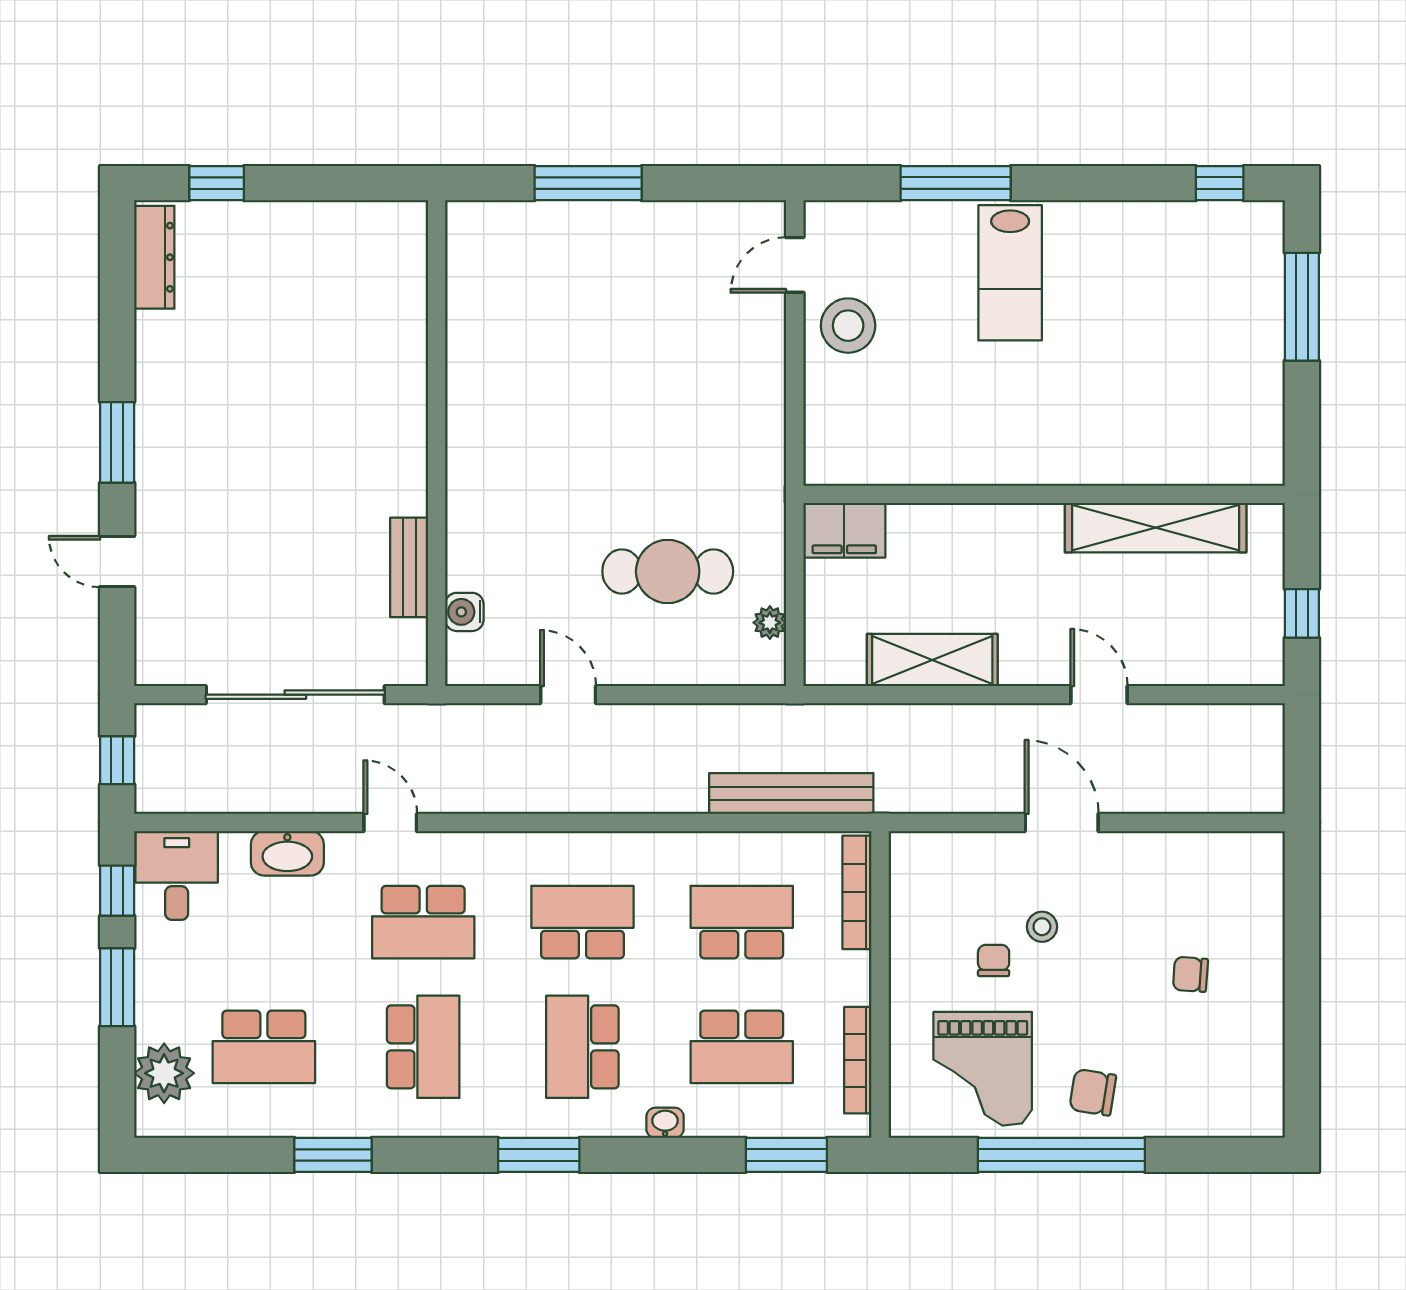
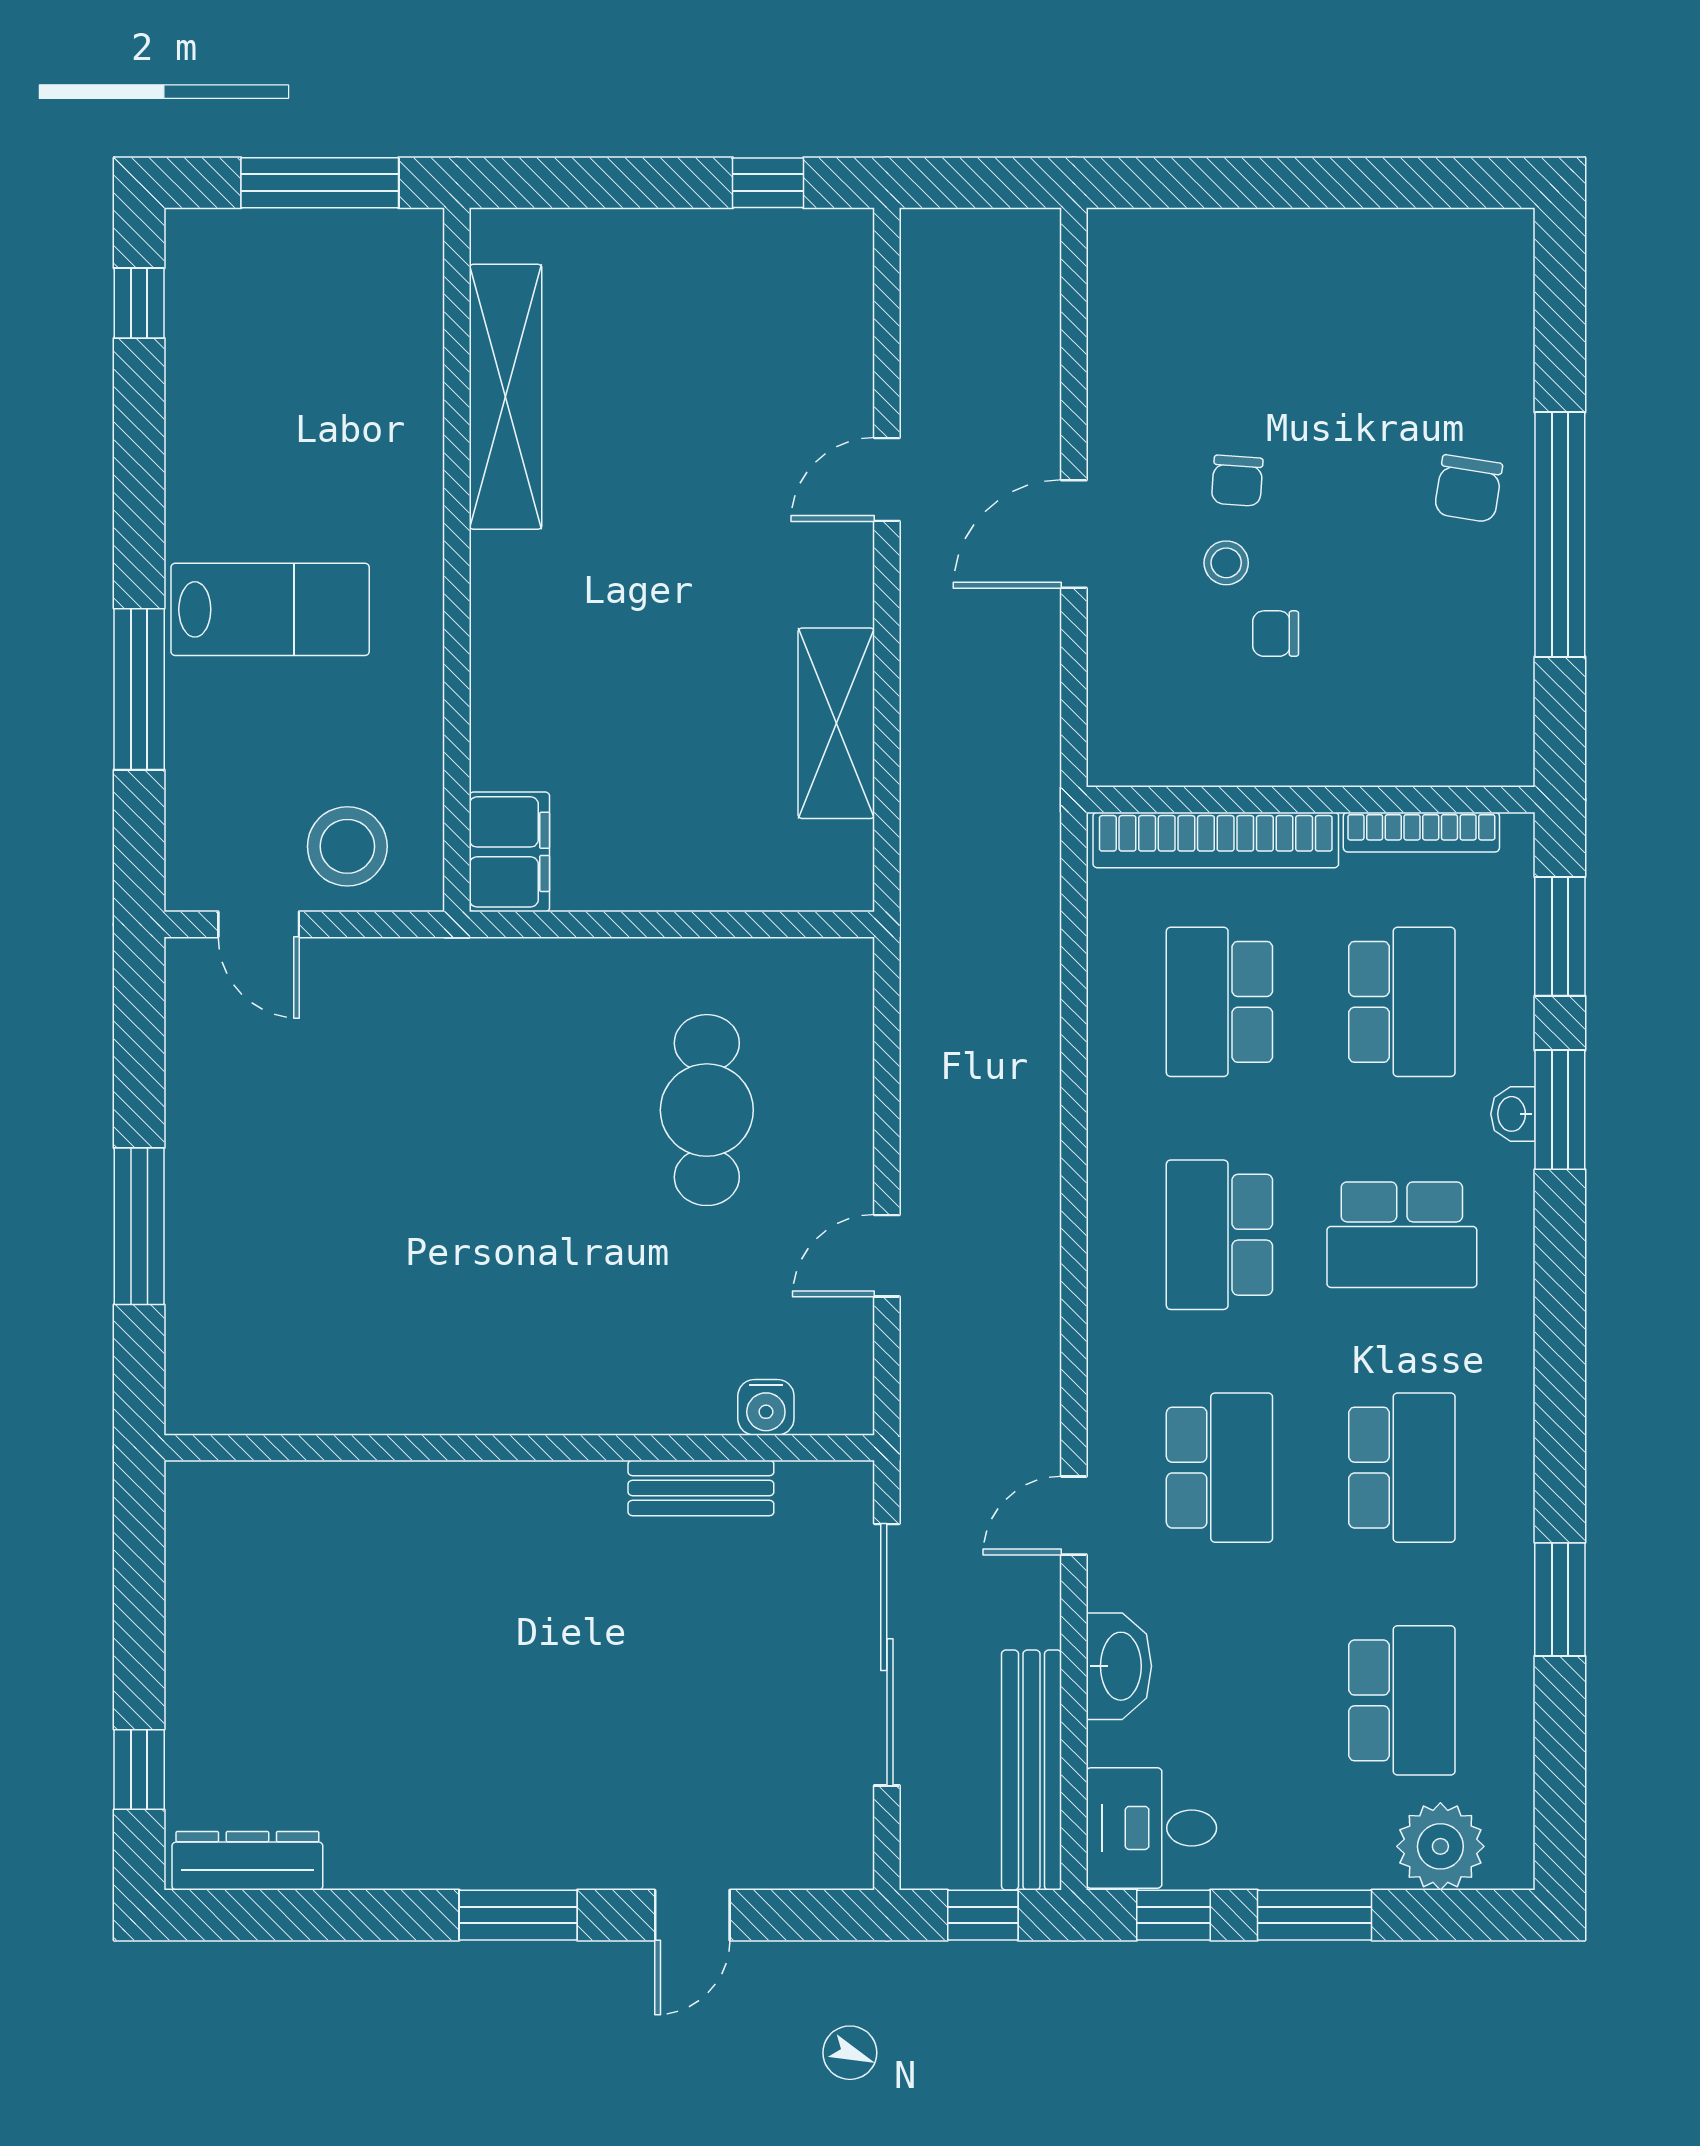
wall: (1044, 494) -> (457, 560), moved
shelving: (1156, 528) -> (506, 397), moved
filing cabinet: (844, 530) -> (509, 852), moved
plant: (770, 623) -> (782, 961), removed
bench: (791, 794) -> (1032, 1770), moved
bookcase: (857, 892) -> (1216, 840), width x1.48, depth x1.31
chair: (1190, 974) -> (1237, 481), moved
school desk: (423, 1047) -> (1402, 1468), turned 90
grand piano: (983, 1069) -> (1434, 649), removed
window: (539, 1155) -> (1560, 1110), moved

